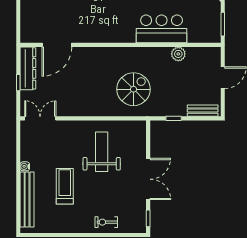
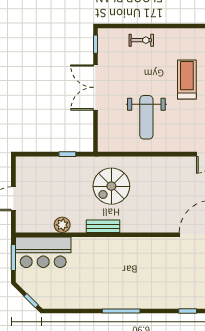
bar counter: (162, 29) -> (43, 252), moved
bench: (203, 111) -> (103, 226), moved
treadmill: (65, 186) -> (187, 80), turned 180

